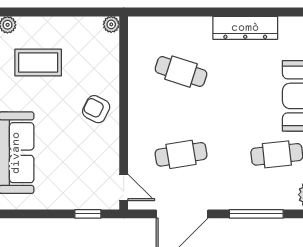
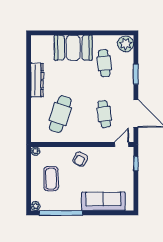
coffee table: (38, 62) -> (51, 179), moved
cafe table: (181, 72) -> (60, 114), width x1.37, depth x1.35
window: (256, 214) -> (136, 74), width x0.69

